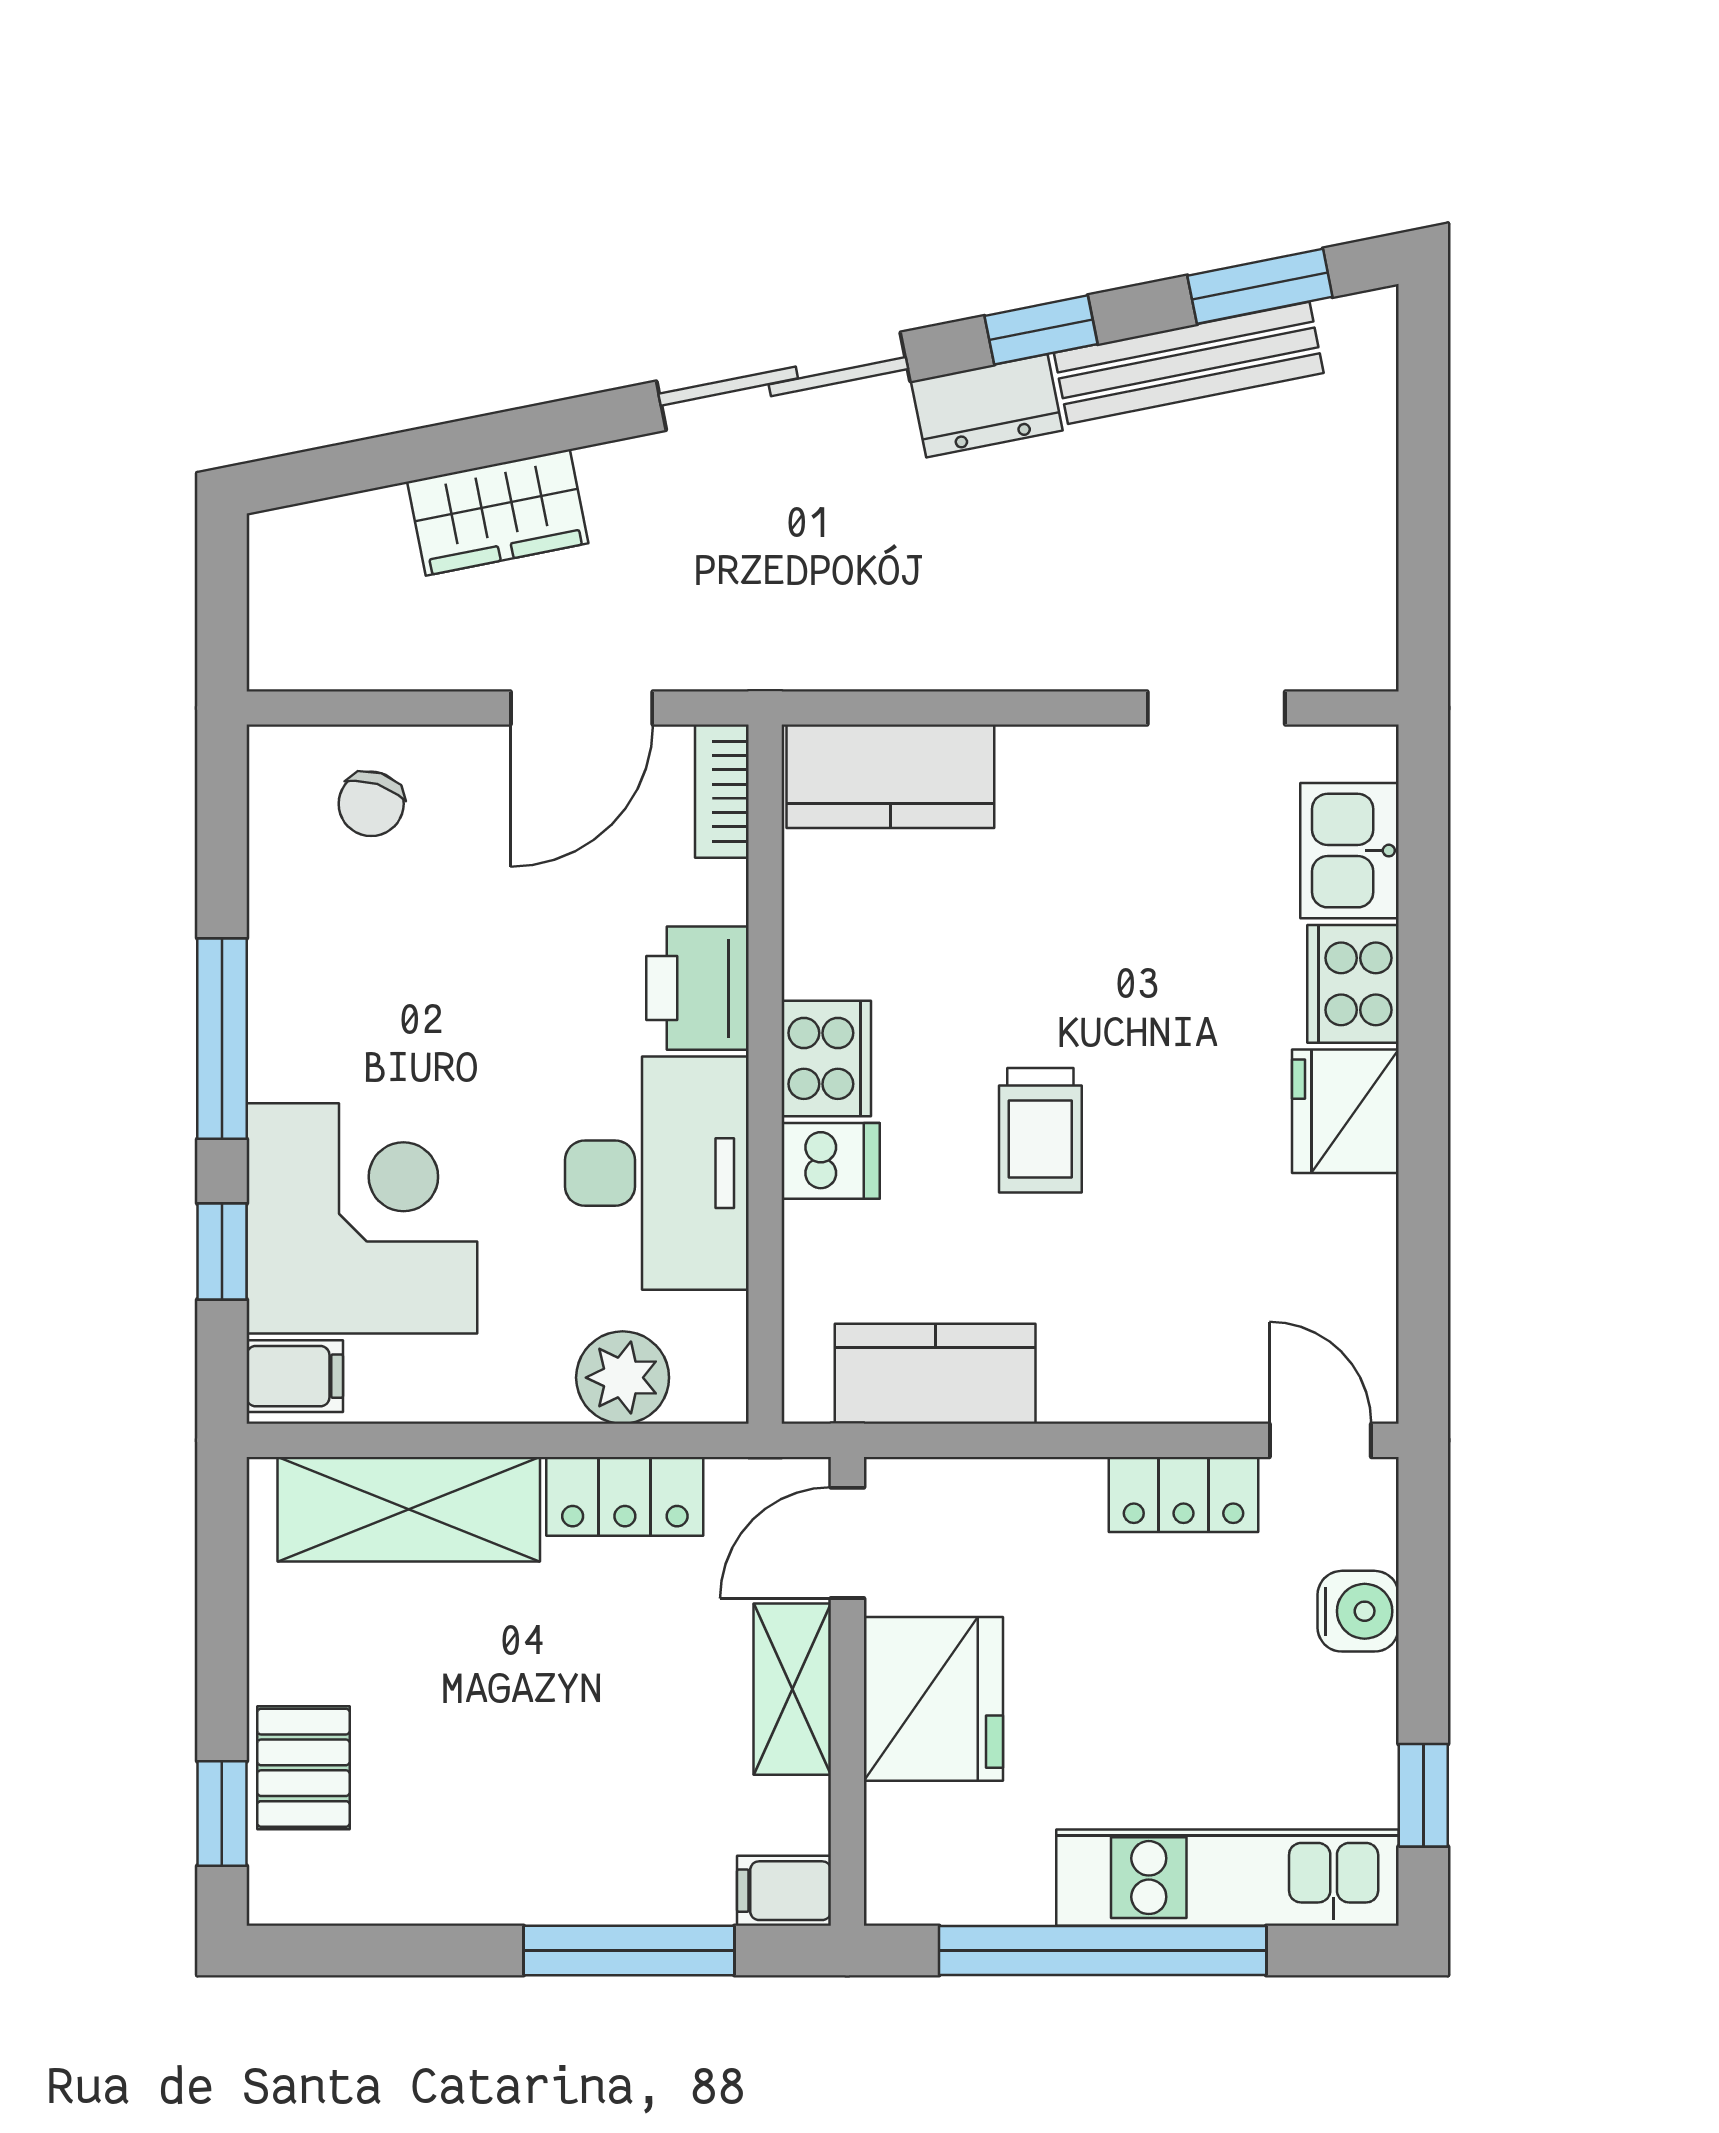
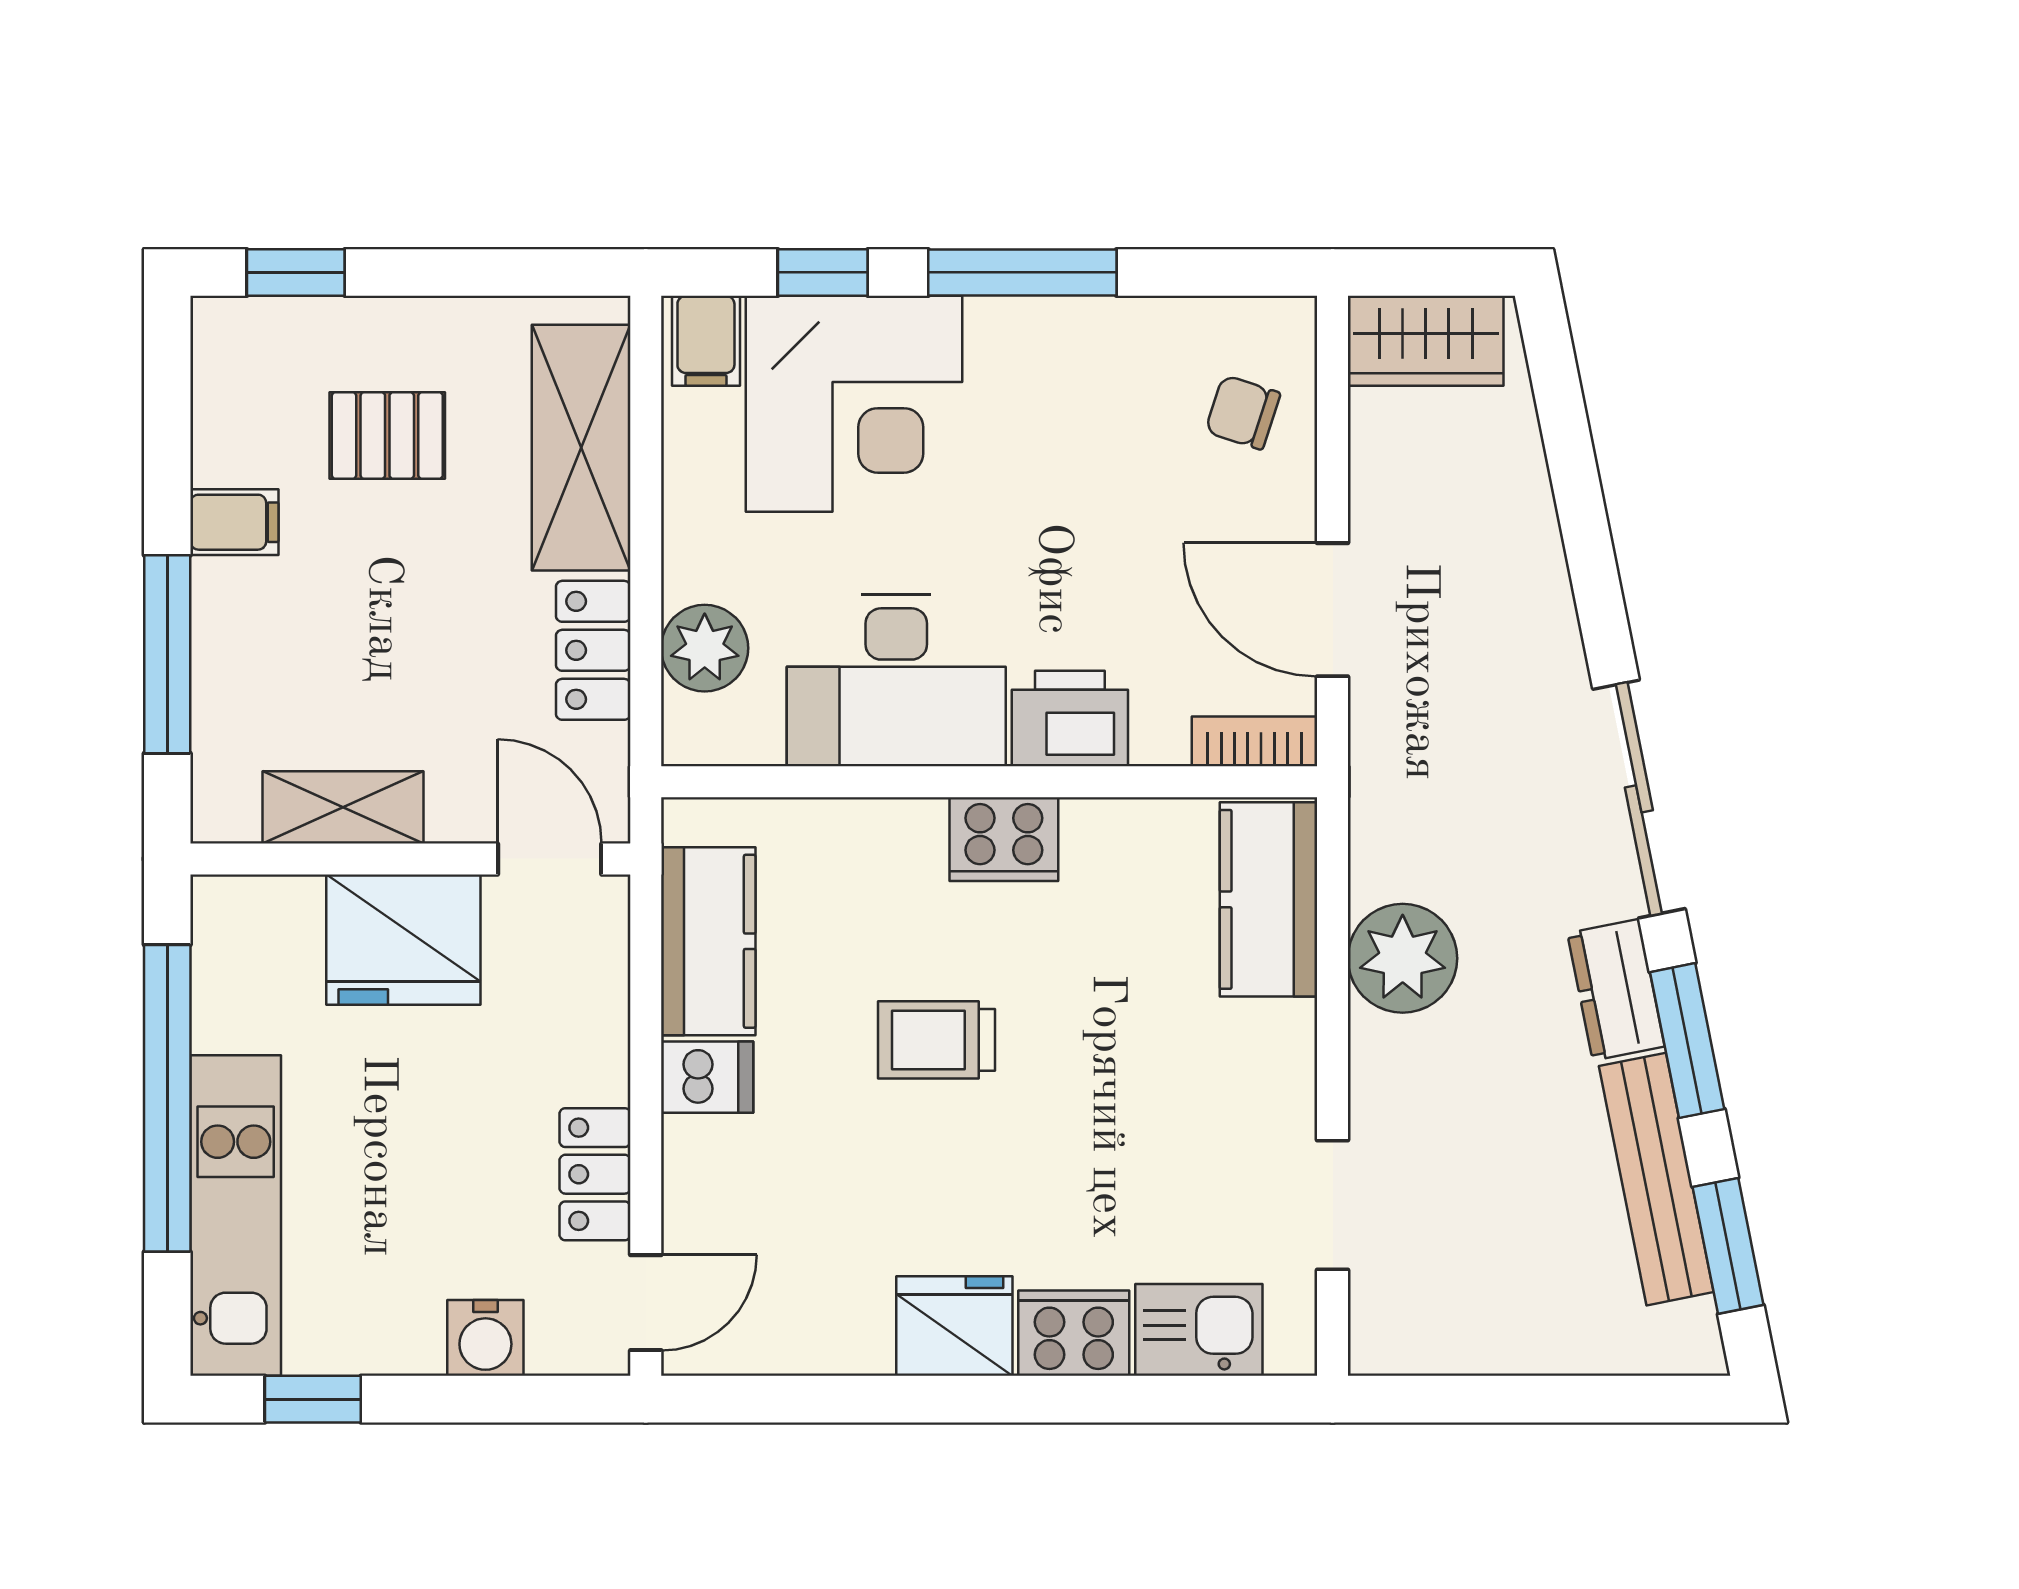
window: (1041, 330) -> (1687, 1041), width x1.50
wardrobe: (498, 512) -> (1426, 341), moved, turned -79
plant: (953, 633) -> (1403, 958), added
dishwasher: (831, 1161) -> (707, 1077), moved, turned -90
shelving: (792, 1689) -> (343, 807), moved
pallet: (303, 1768) -> (387, 436), moved
filing cabinet: (784, 1891) -> (234, 522), moved, turned 90

